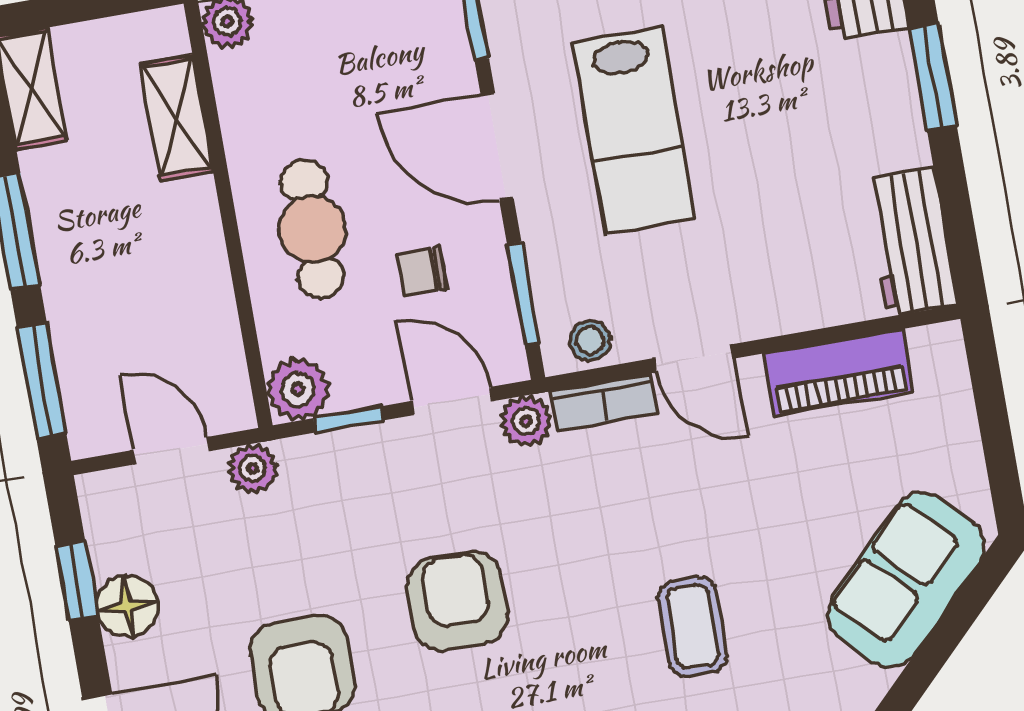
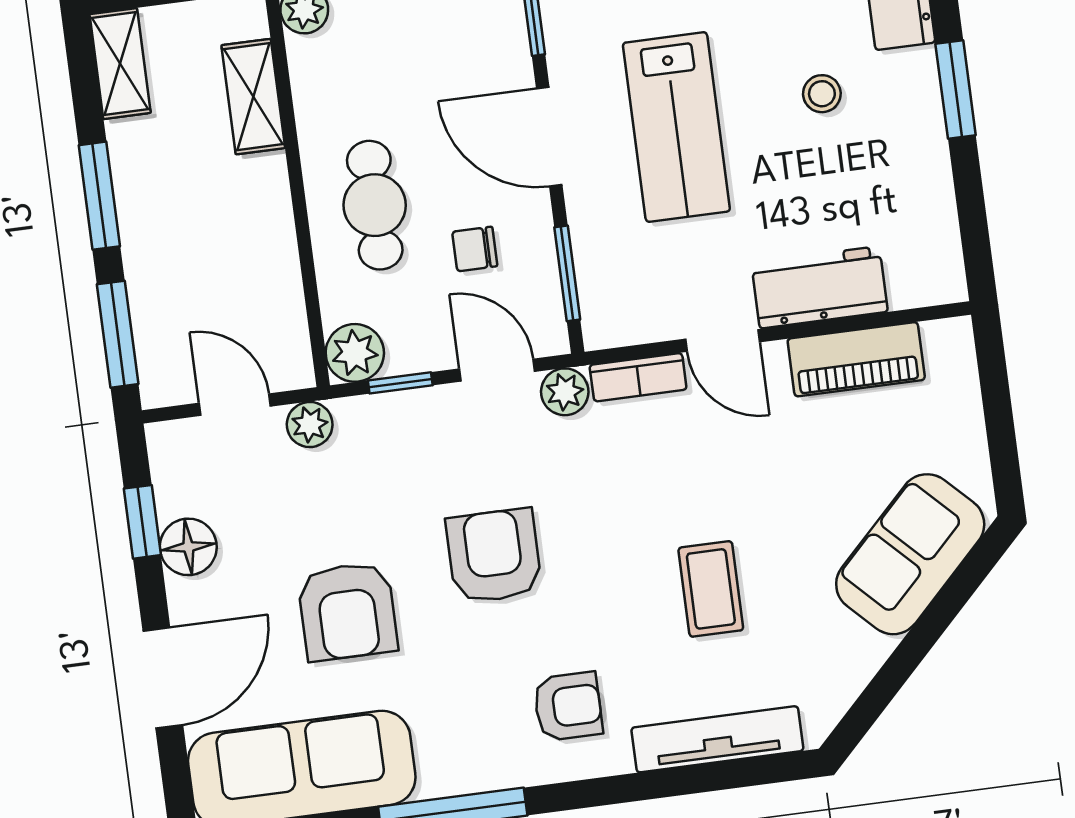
workbench: (910, 242) -> (820, 287), moved, turned 90
stool: (590, 340) -> (822, 94), moved

